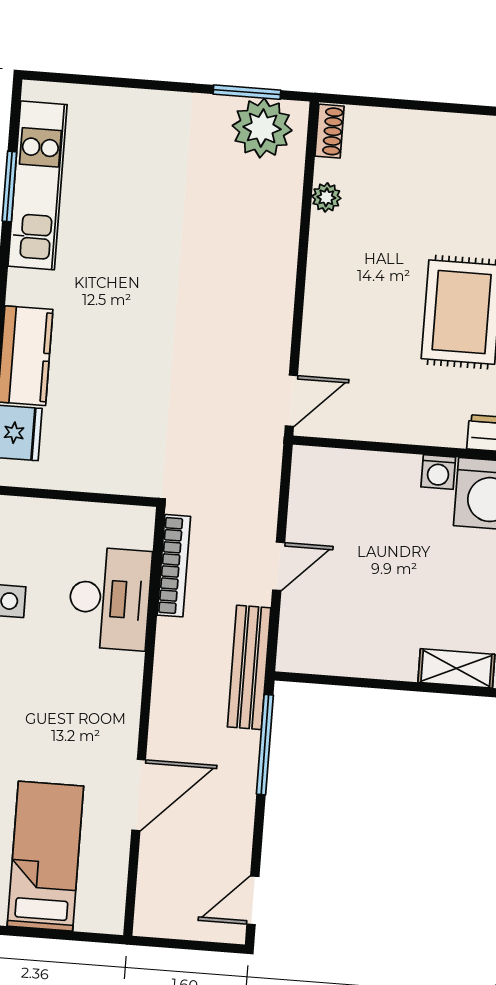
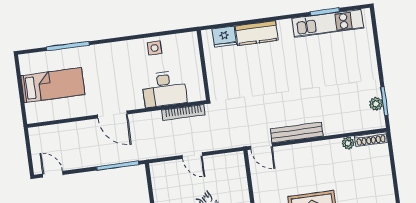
plant: (262, 128) -> (376, 104), width x0.53, depth x0.53
shoe rack: (329, 131) -> (371, 139), width x1.43
bench: (249, 667) -> (297, 132), moved
door: (139, 795) -> (112, 115), moved

